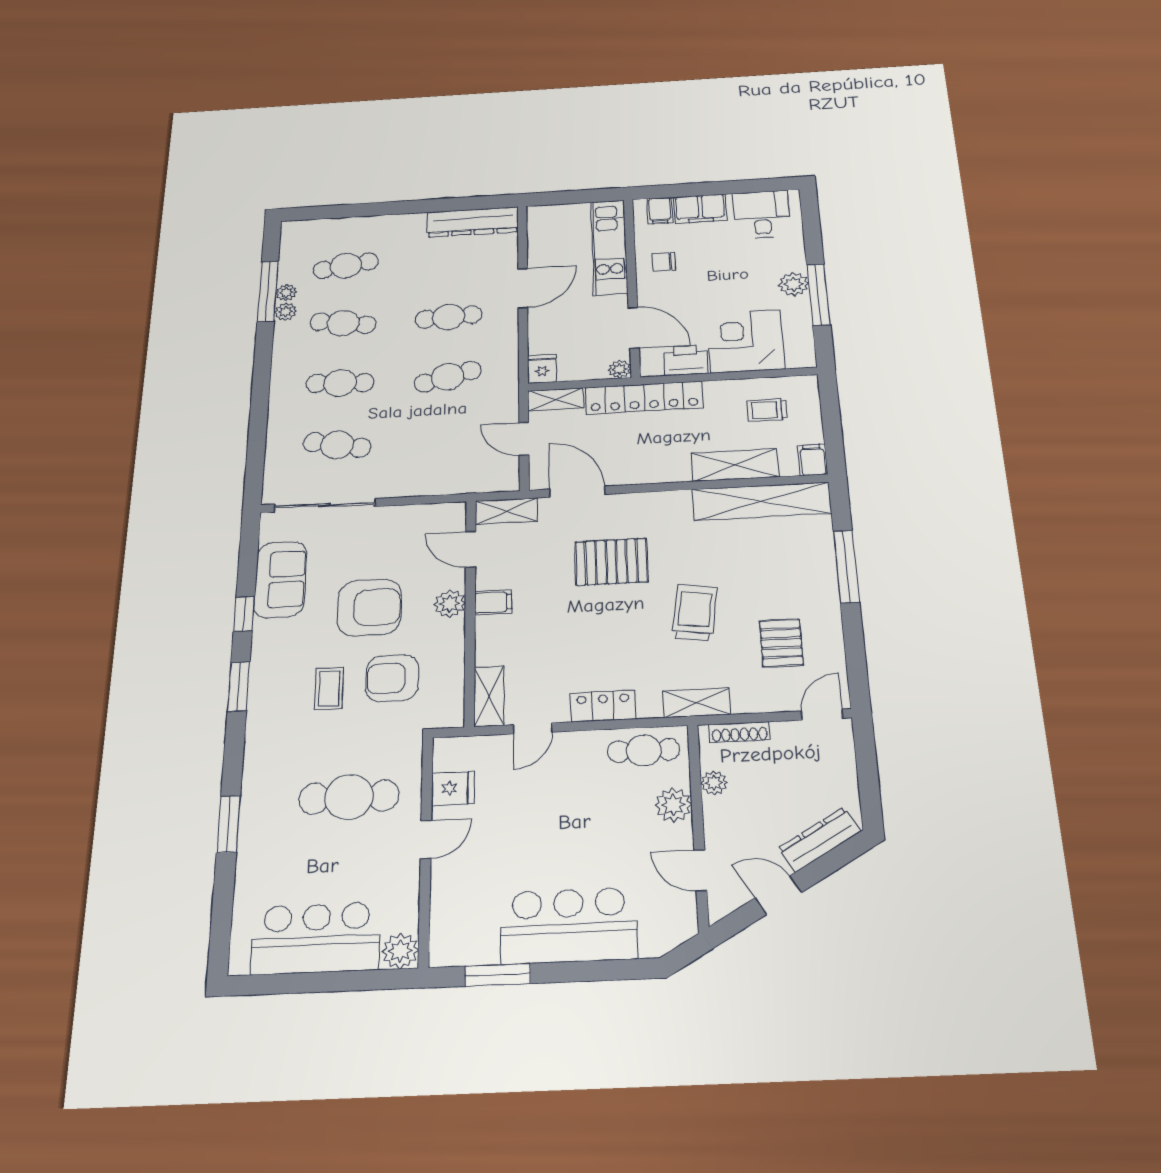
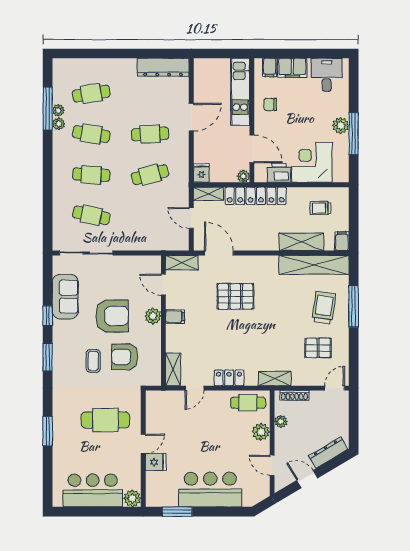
trolley: (695, 613) -> (324, 308), moved
pallet: (781, 643) -> (318, 348), turned 90
fridge: (453, 788) -> (156, 462), moved

